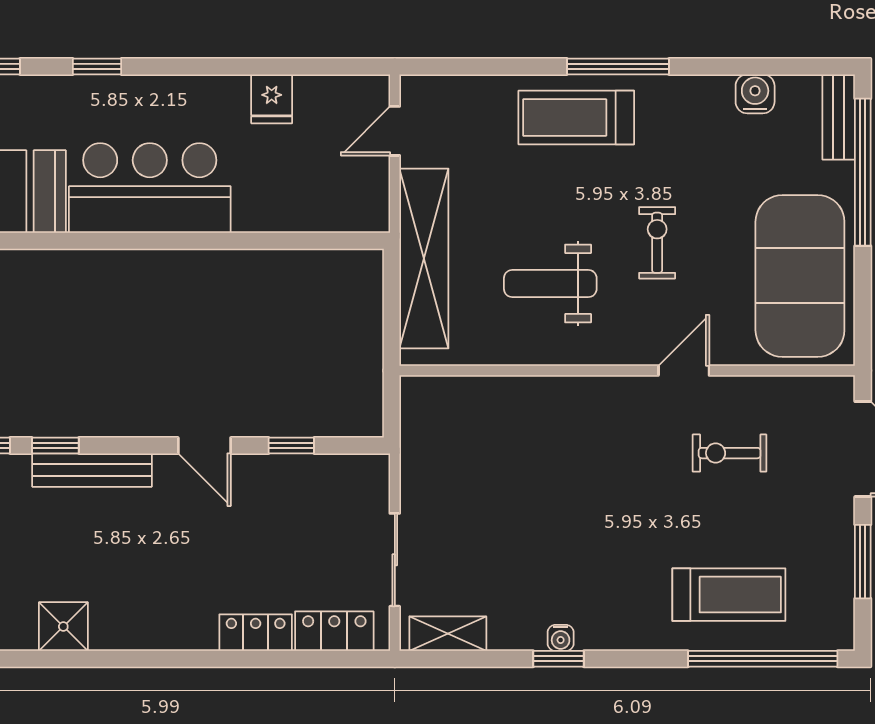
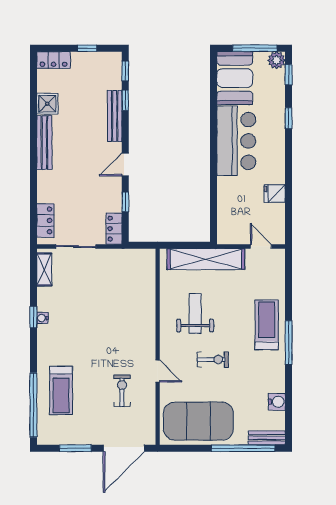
bench: (154, 633) -> (44, 143), added
locker: (256, 633) -> (114, 229), moved, turned 180

